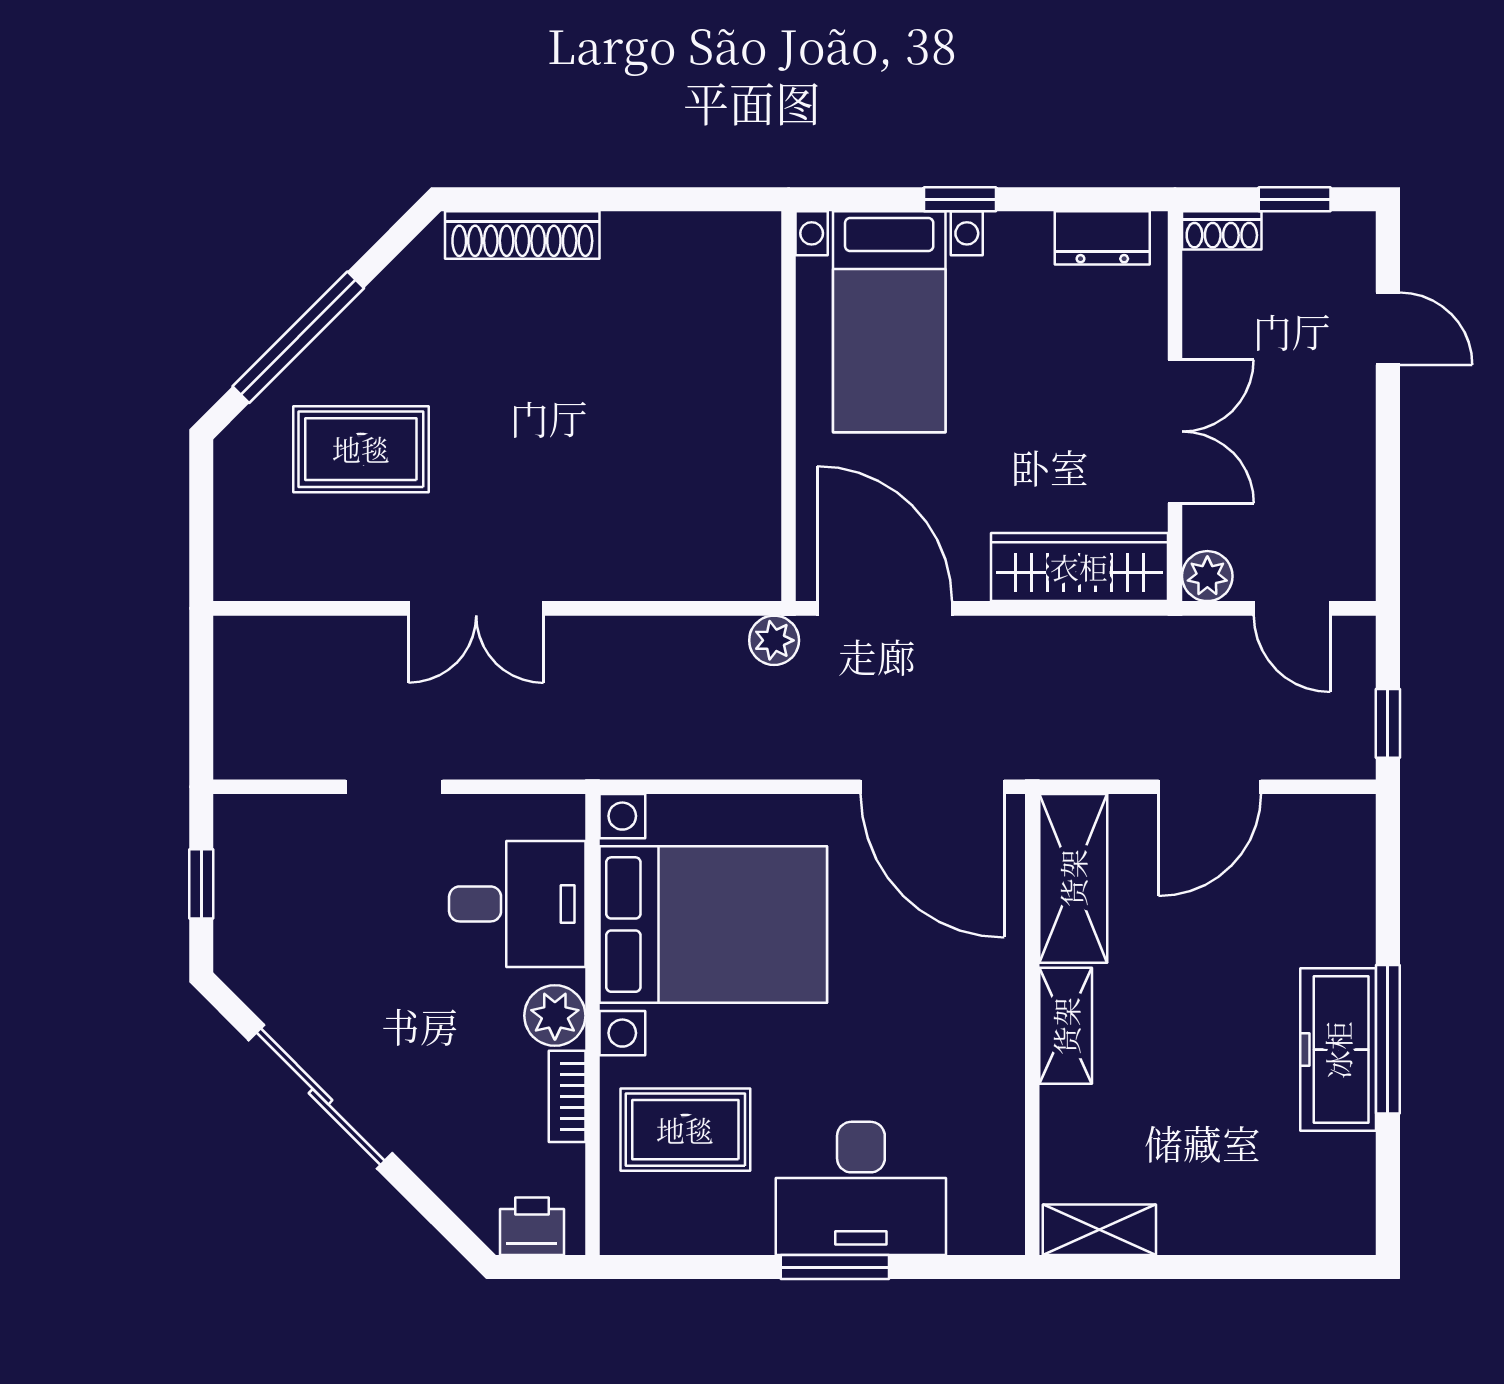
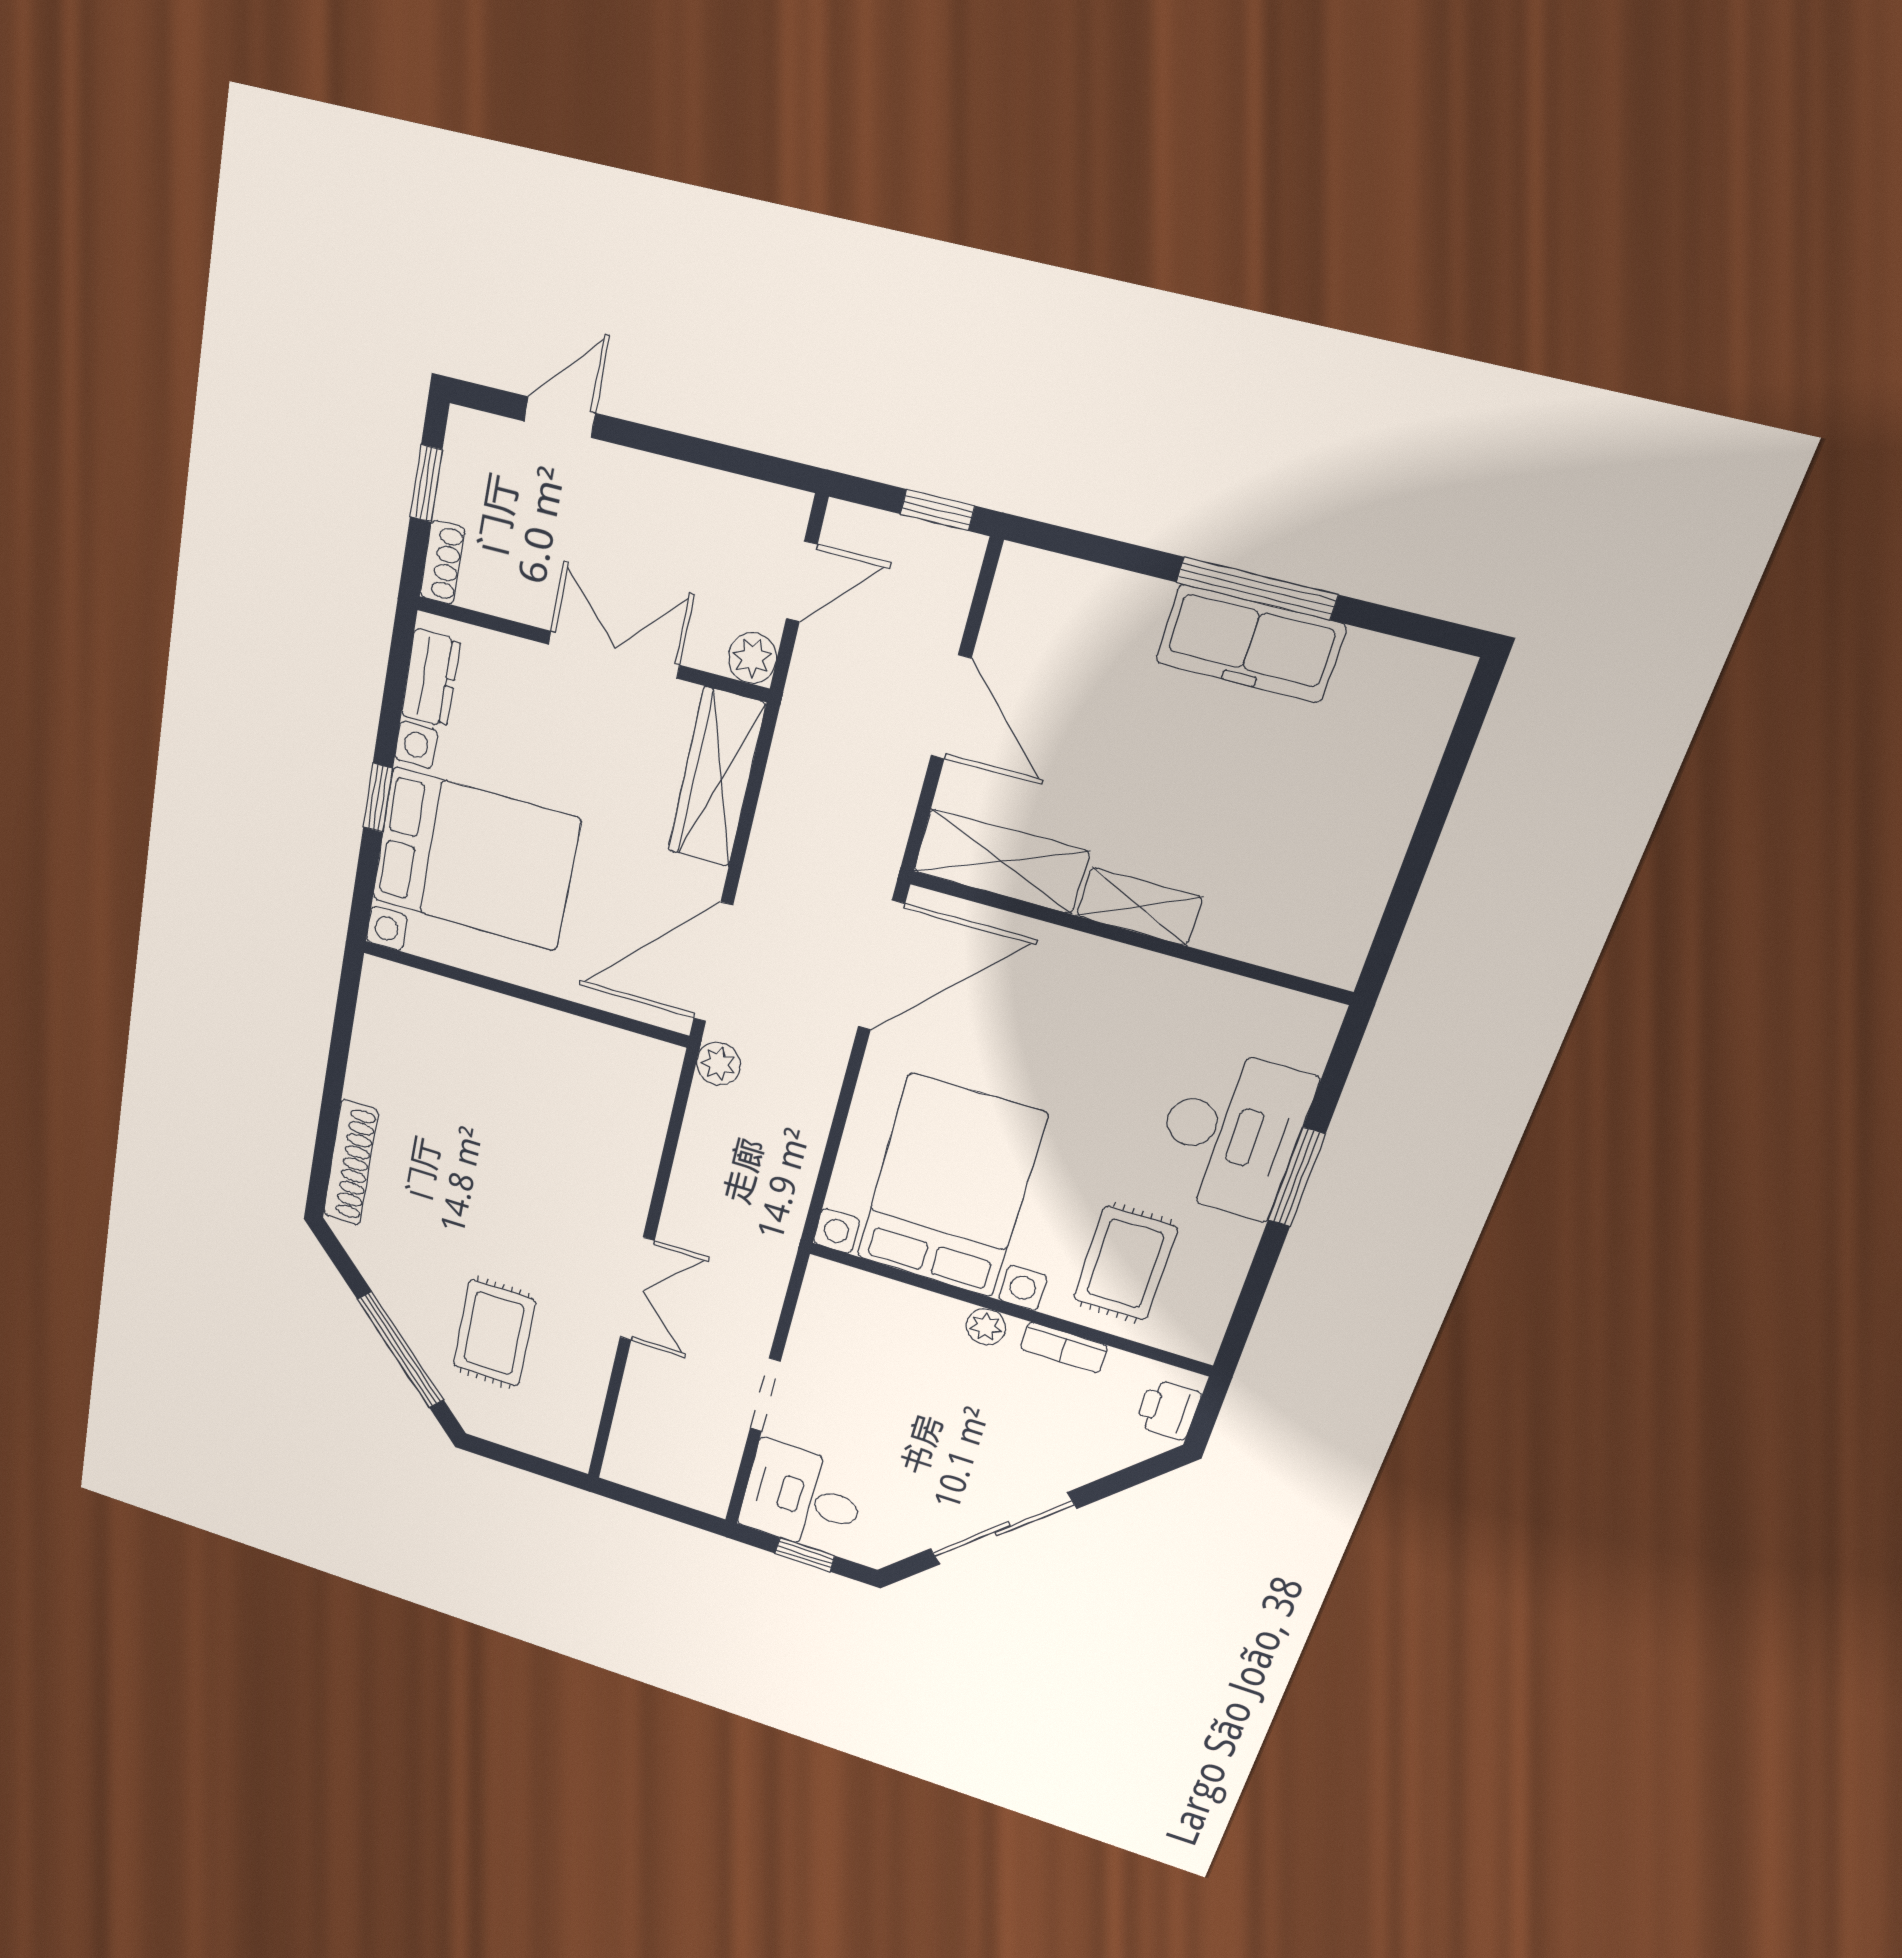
bed with nightstands: (889, 322) -> (475, 859), width x1.36
desk: (517, 904) -> (802, 1498), moved, turned -90
plant: (555, 1016) -> (986, 1327), width x0.73, depth x0.73
shelving: (1099, 1230) -> (1350, 929), removed

